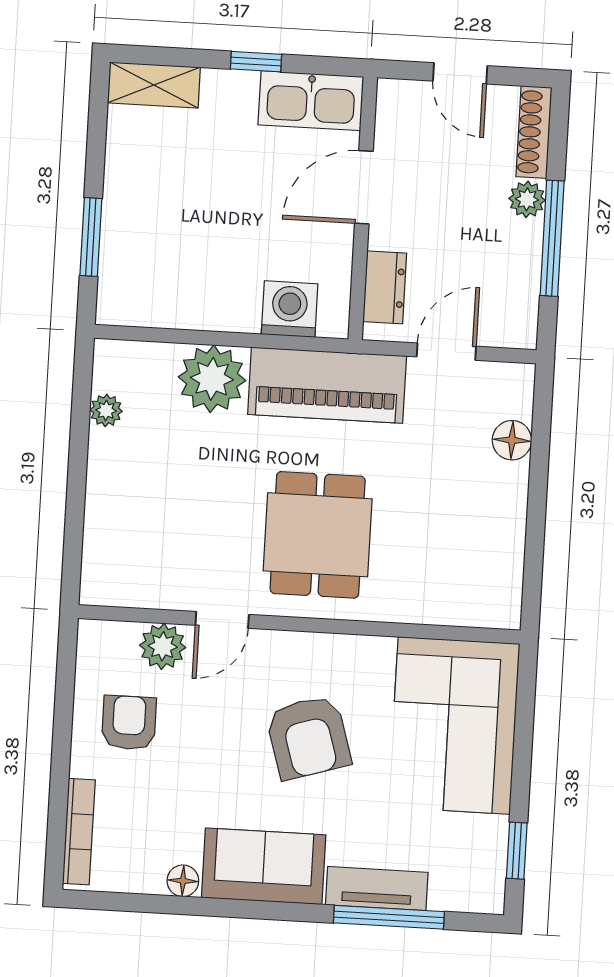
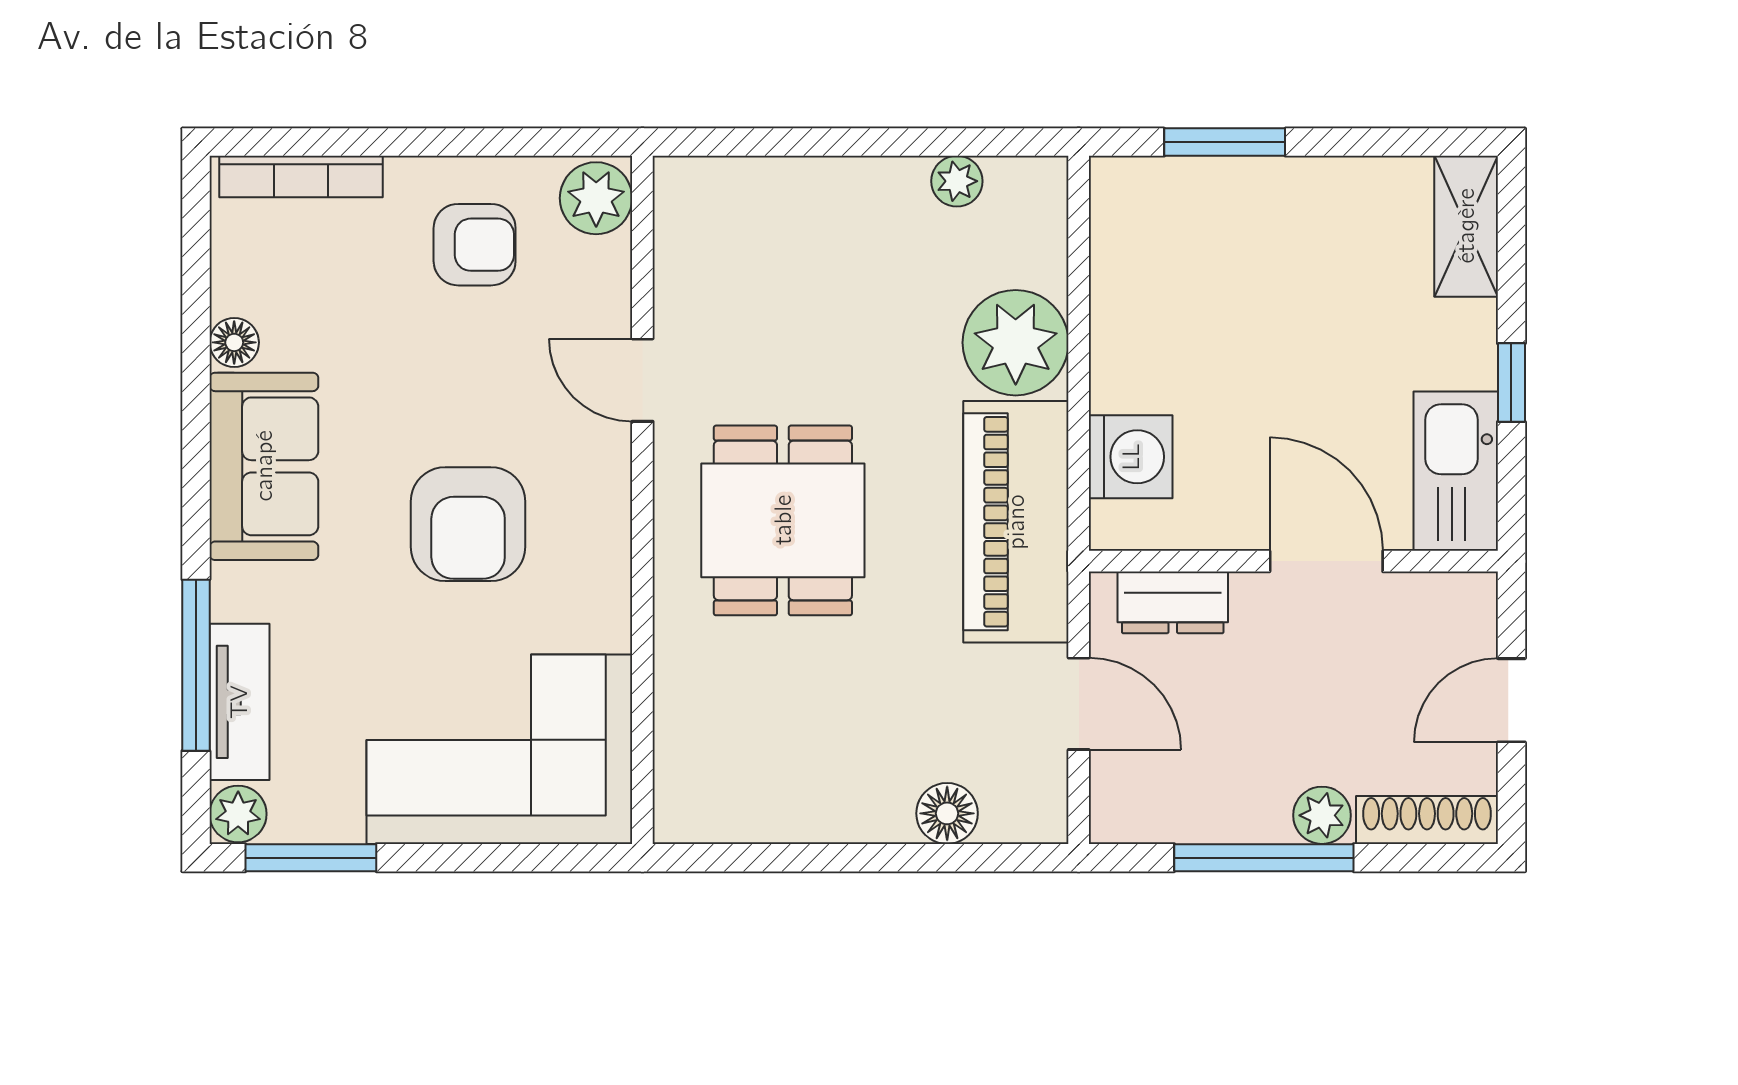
dining table: (318, 535) -> (783, 520), turned 90
plant: (163, 646) -> (596, 198), moved
armchair: (308, 737) -> (468, 524), turned -73
window: (517, 851) -> (311, 858), width x1.50
tv unit: (377, 889) -> (239, 702), moved
plant: (486, 896) -> (238, 814), added

